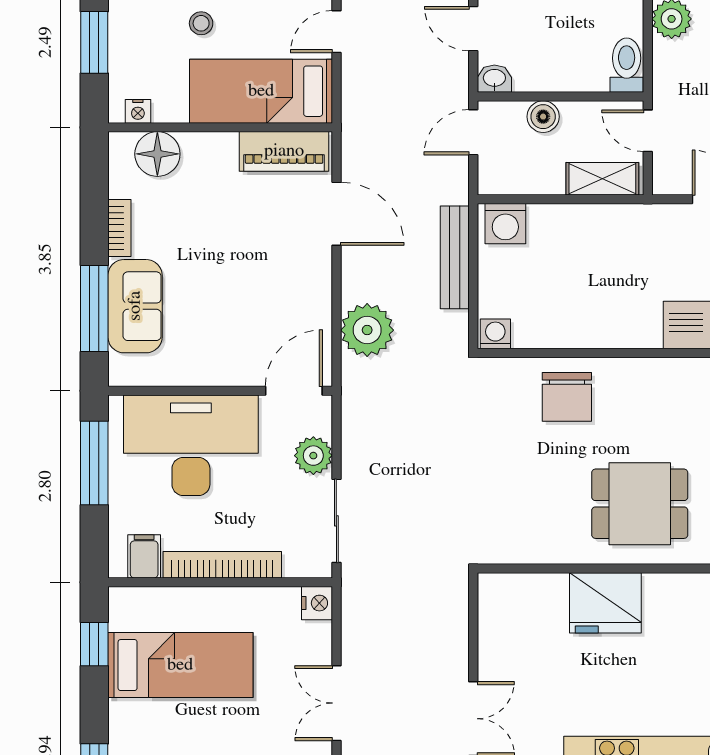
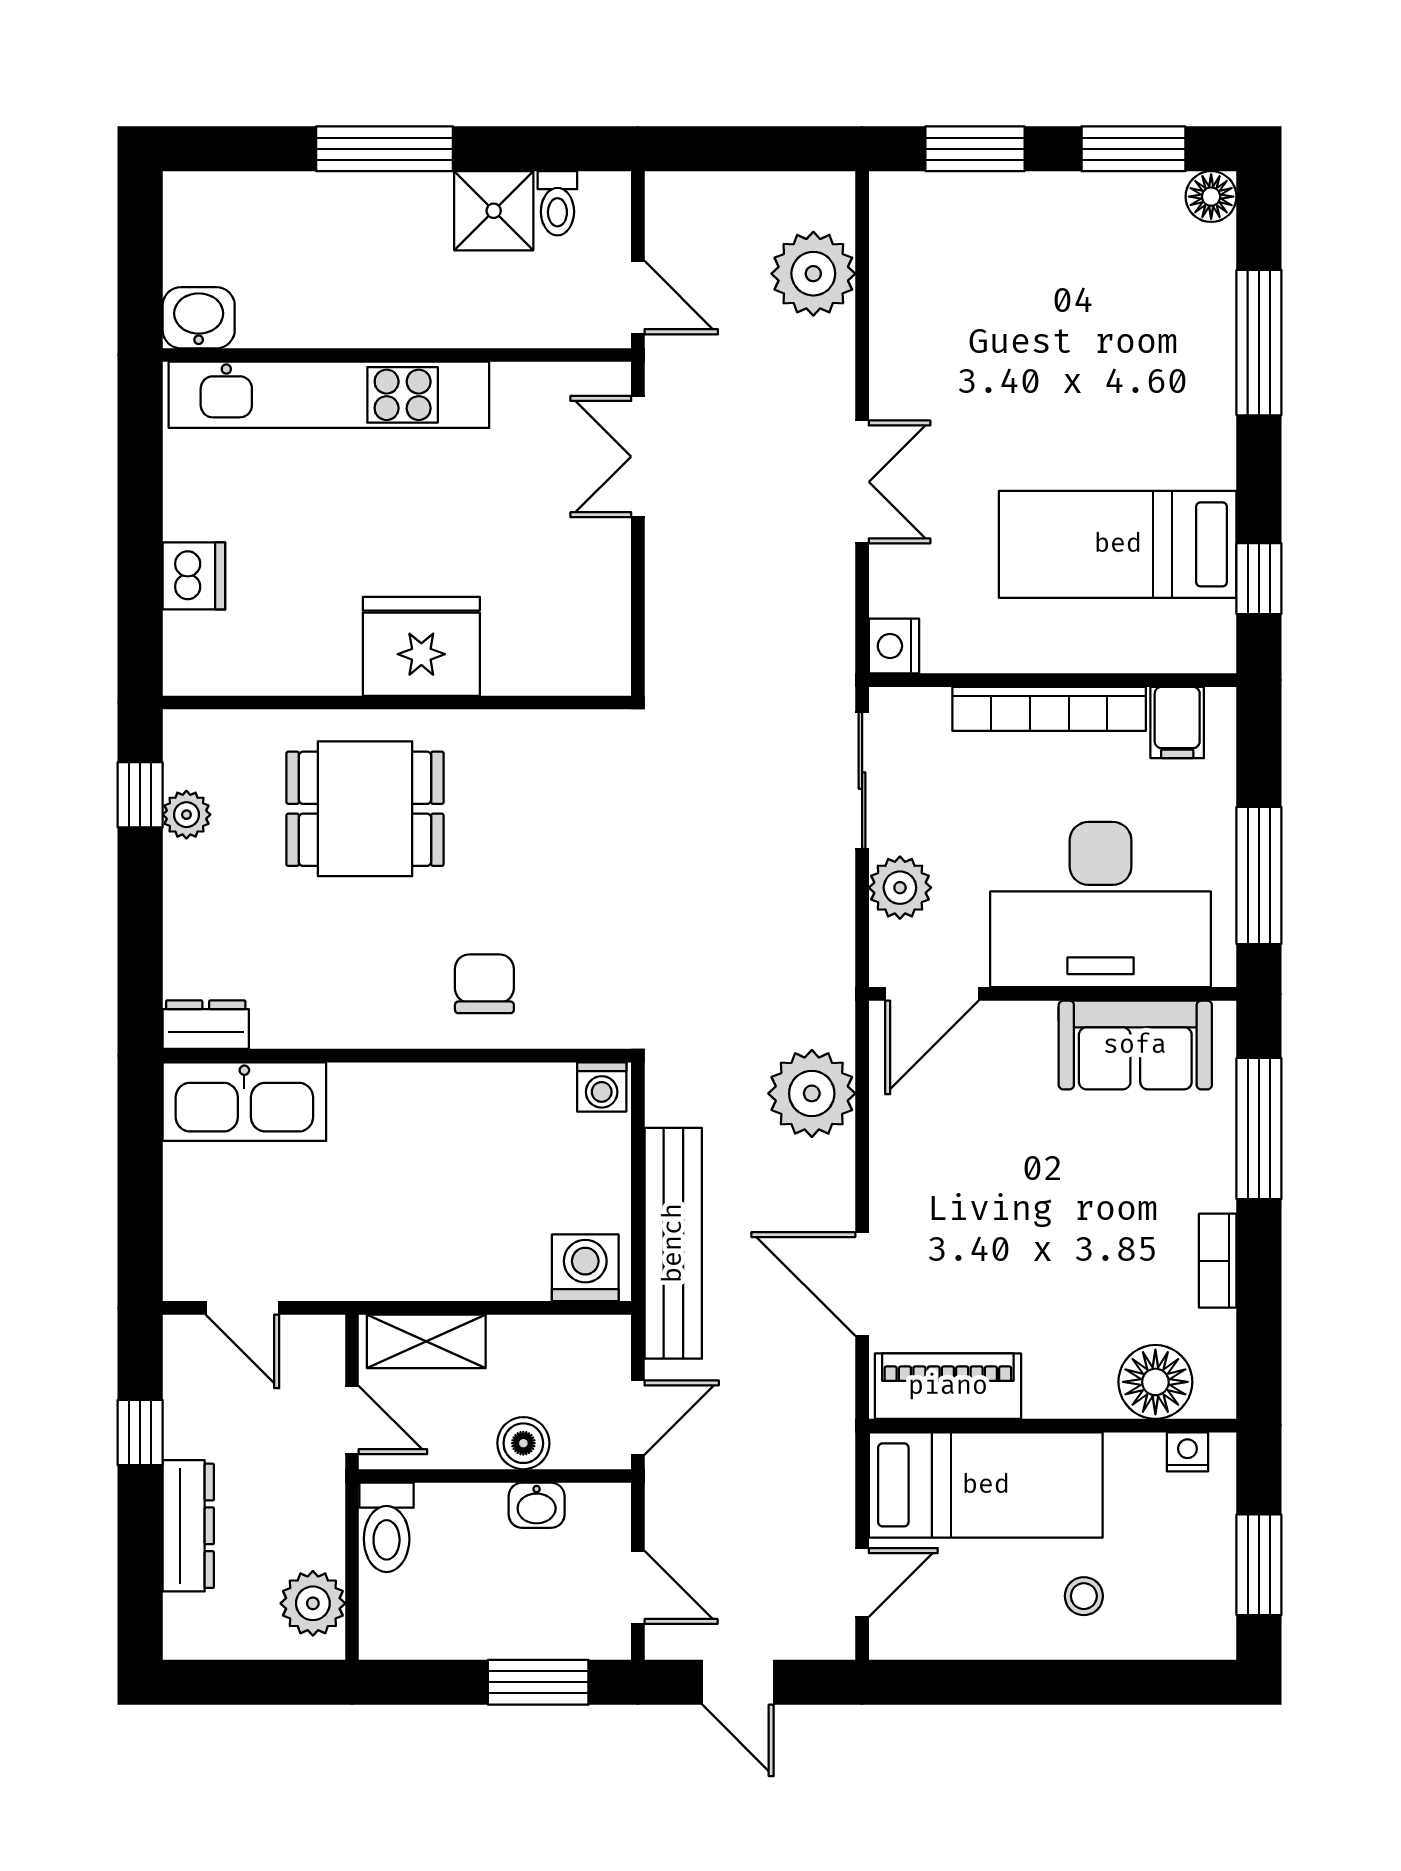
washbasin: (494, 79) -> (537, 1505), moved
bench: (455, 257) -> (673, 1243), width x1.37, depth x1.21
sofa: (135, 306) -> (1135, 1045), moved, turned -90
chair: (567, 397) -> (484, 984), width x0.73, depth x0.73

